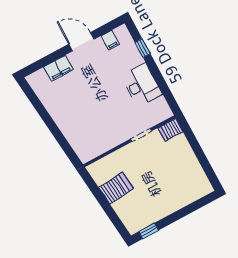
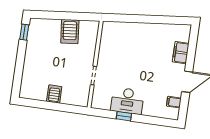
window: (143, 48) -> (124, 116), moved
server rack: (170, 130) -> (54, 94), moved

